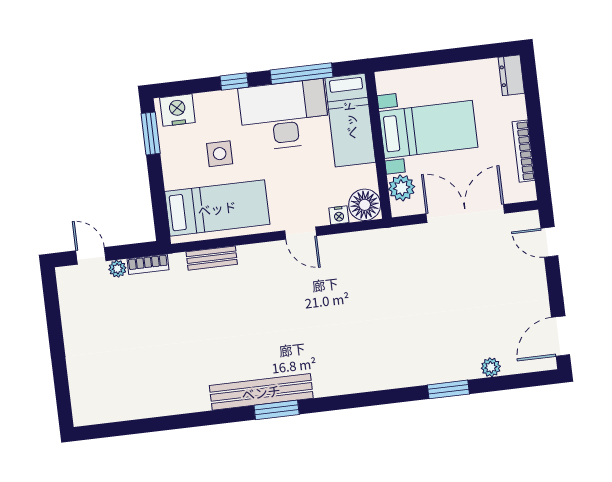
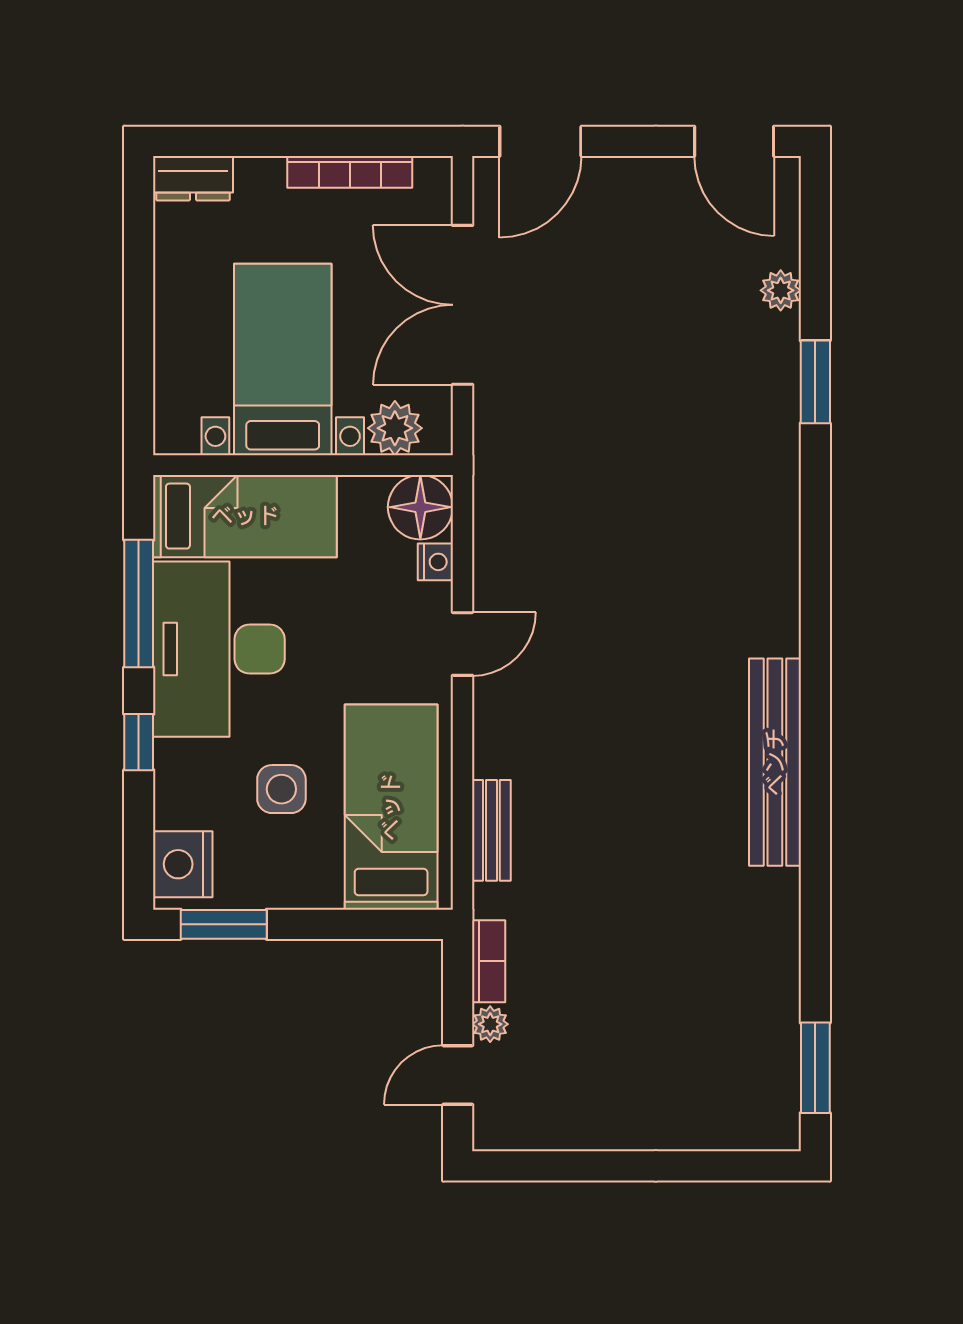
door: (549, 242) -> (540, 141), width x1.38
window: (277, 410) -> (815, 1068), moved

